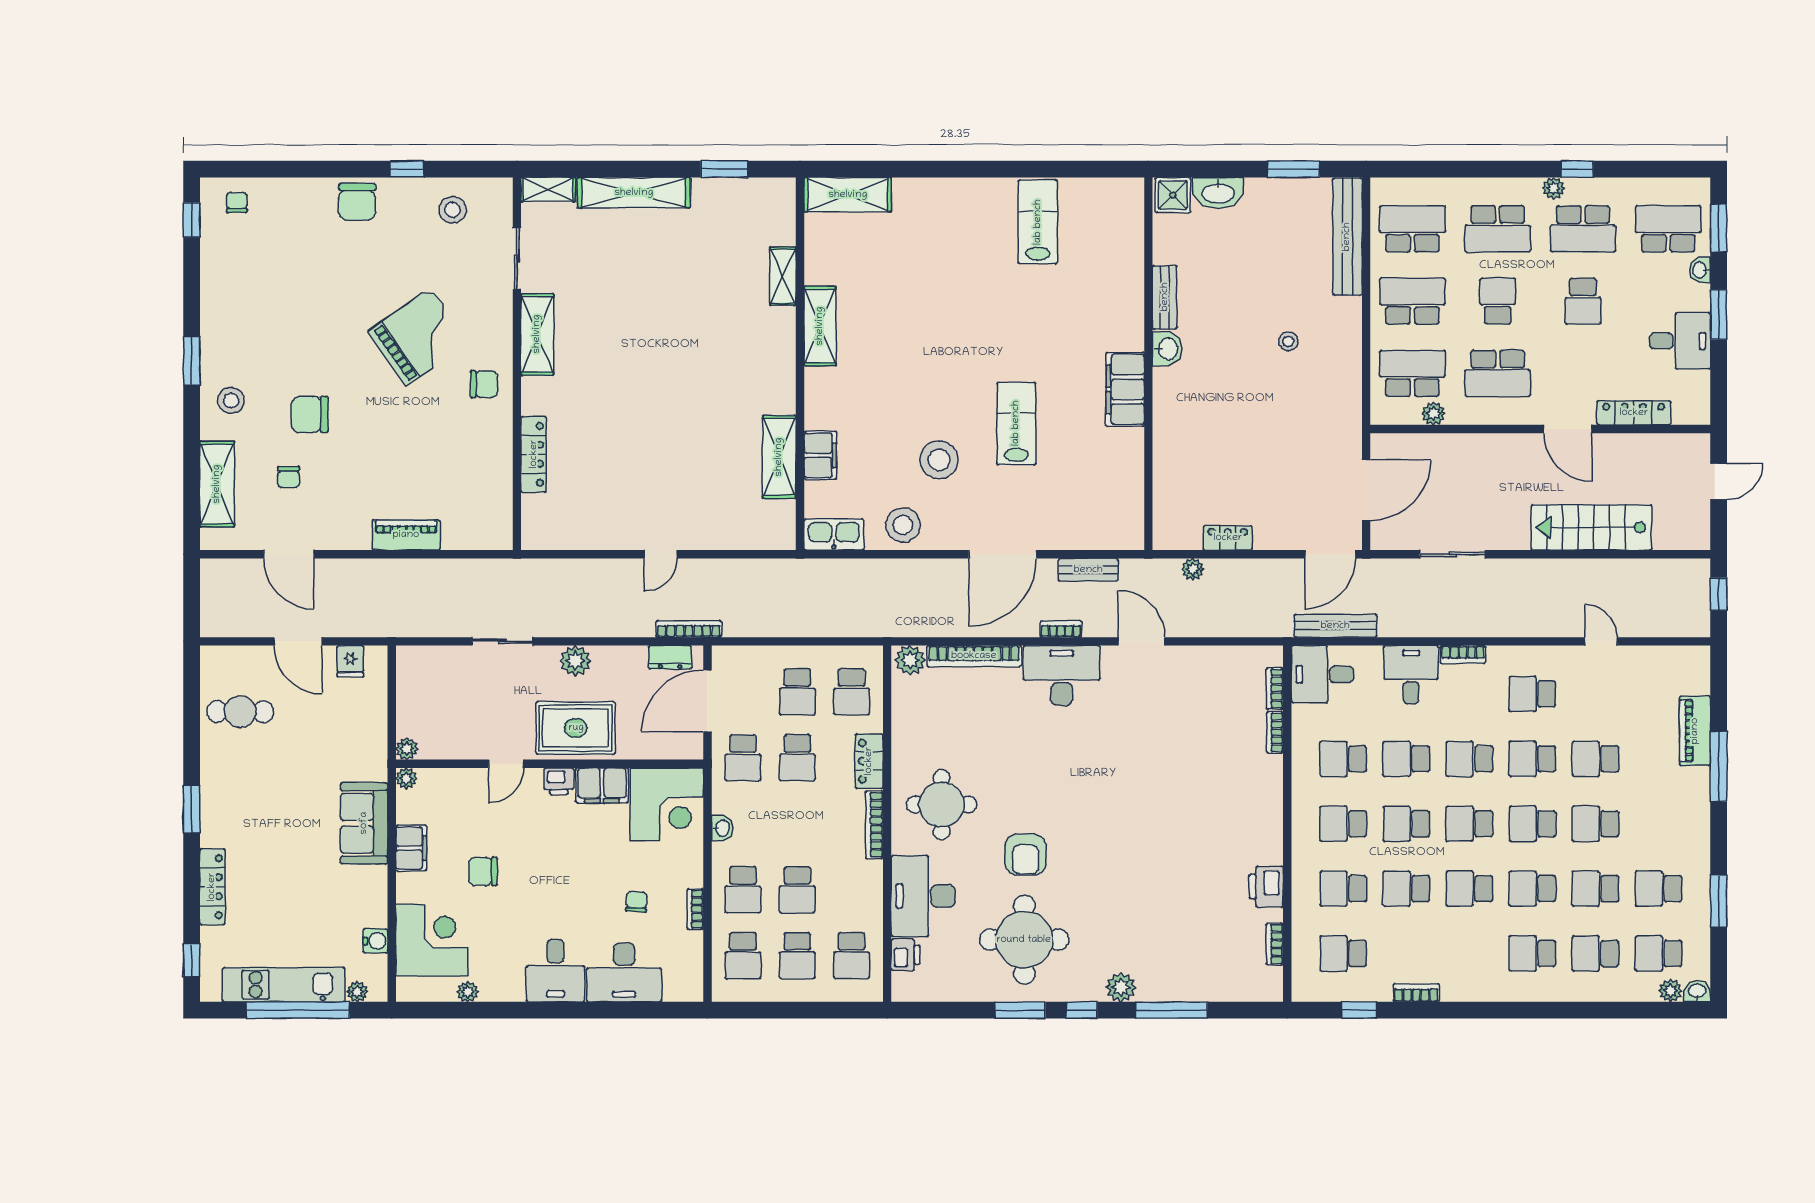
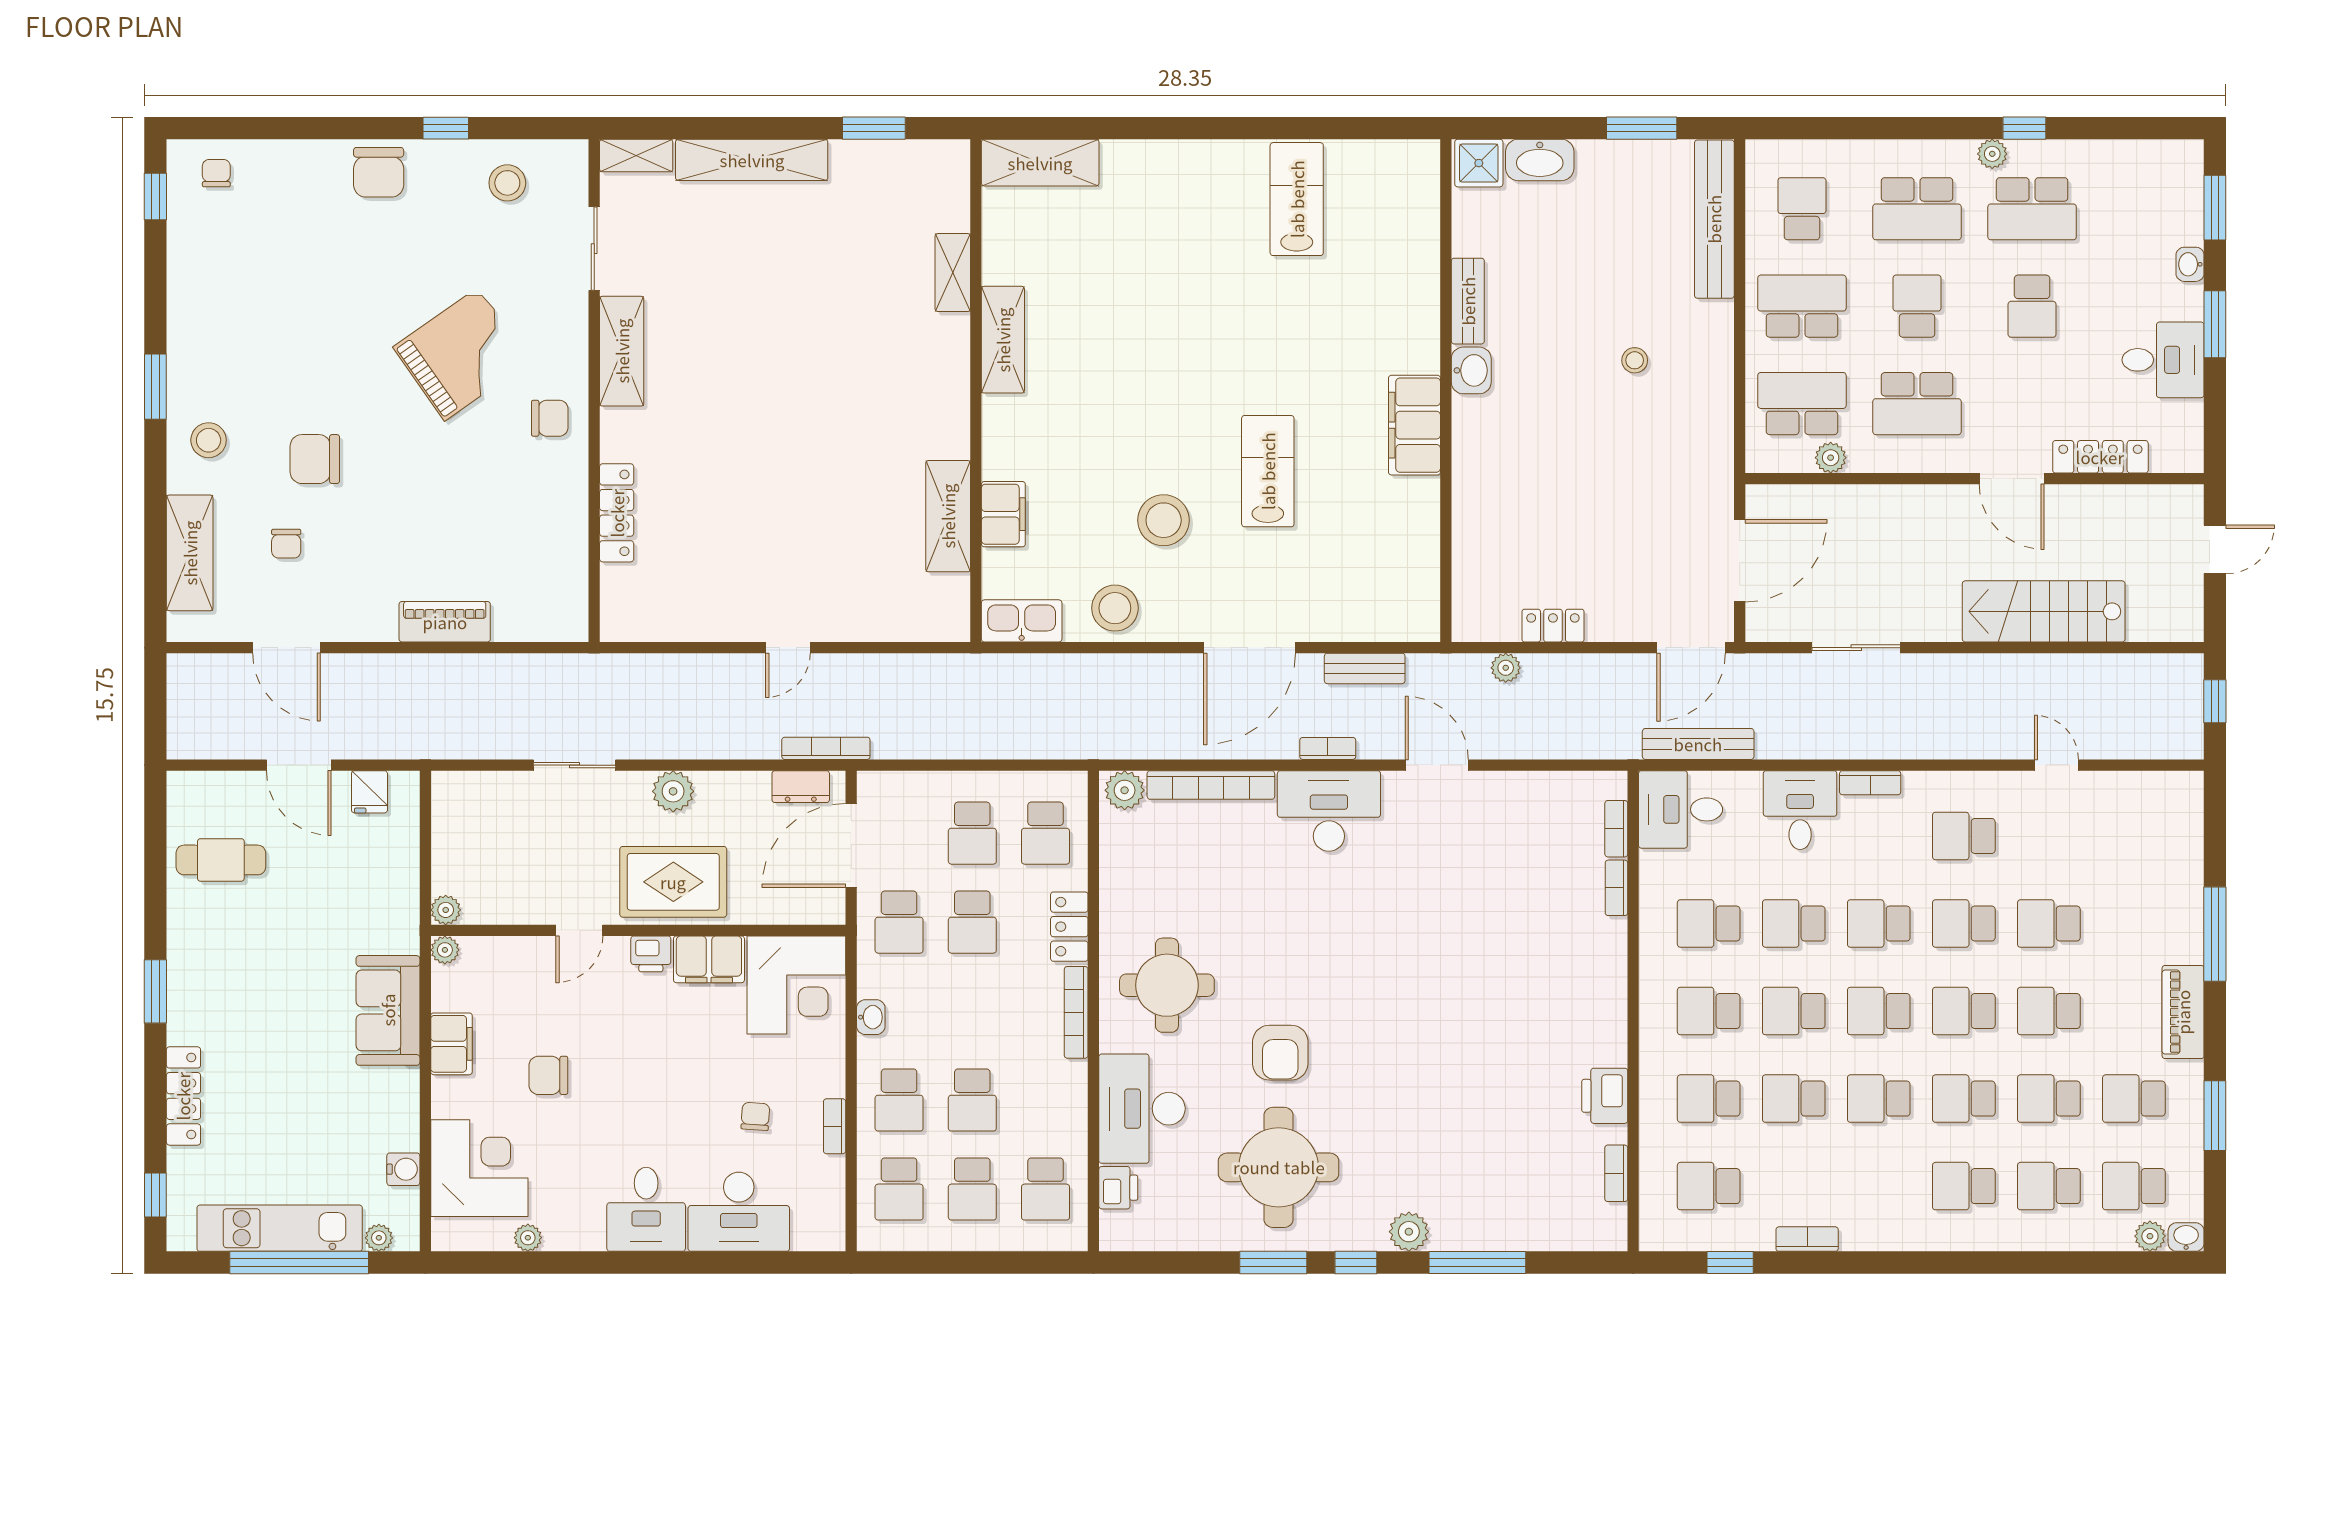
school desk: (1412, 229) -> (1802, 209), width x0.54
school desk: (1668, 229) -> (2147, 209), removed
piano: (1695, 731) -> (2183, 1012), moved

